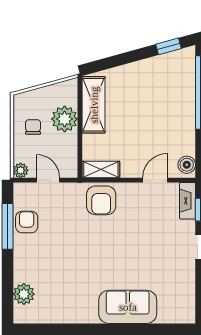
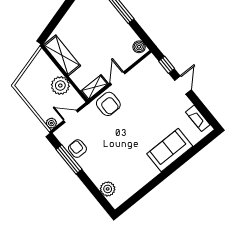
plant: (65, 119) -> (60, 86), moved
chair: (33, 127) -> (39, 94), removed
door: (155, 180) -> (118, 78), moved
fireplace: (188, 201) -> (198, 118), moved

